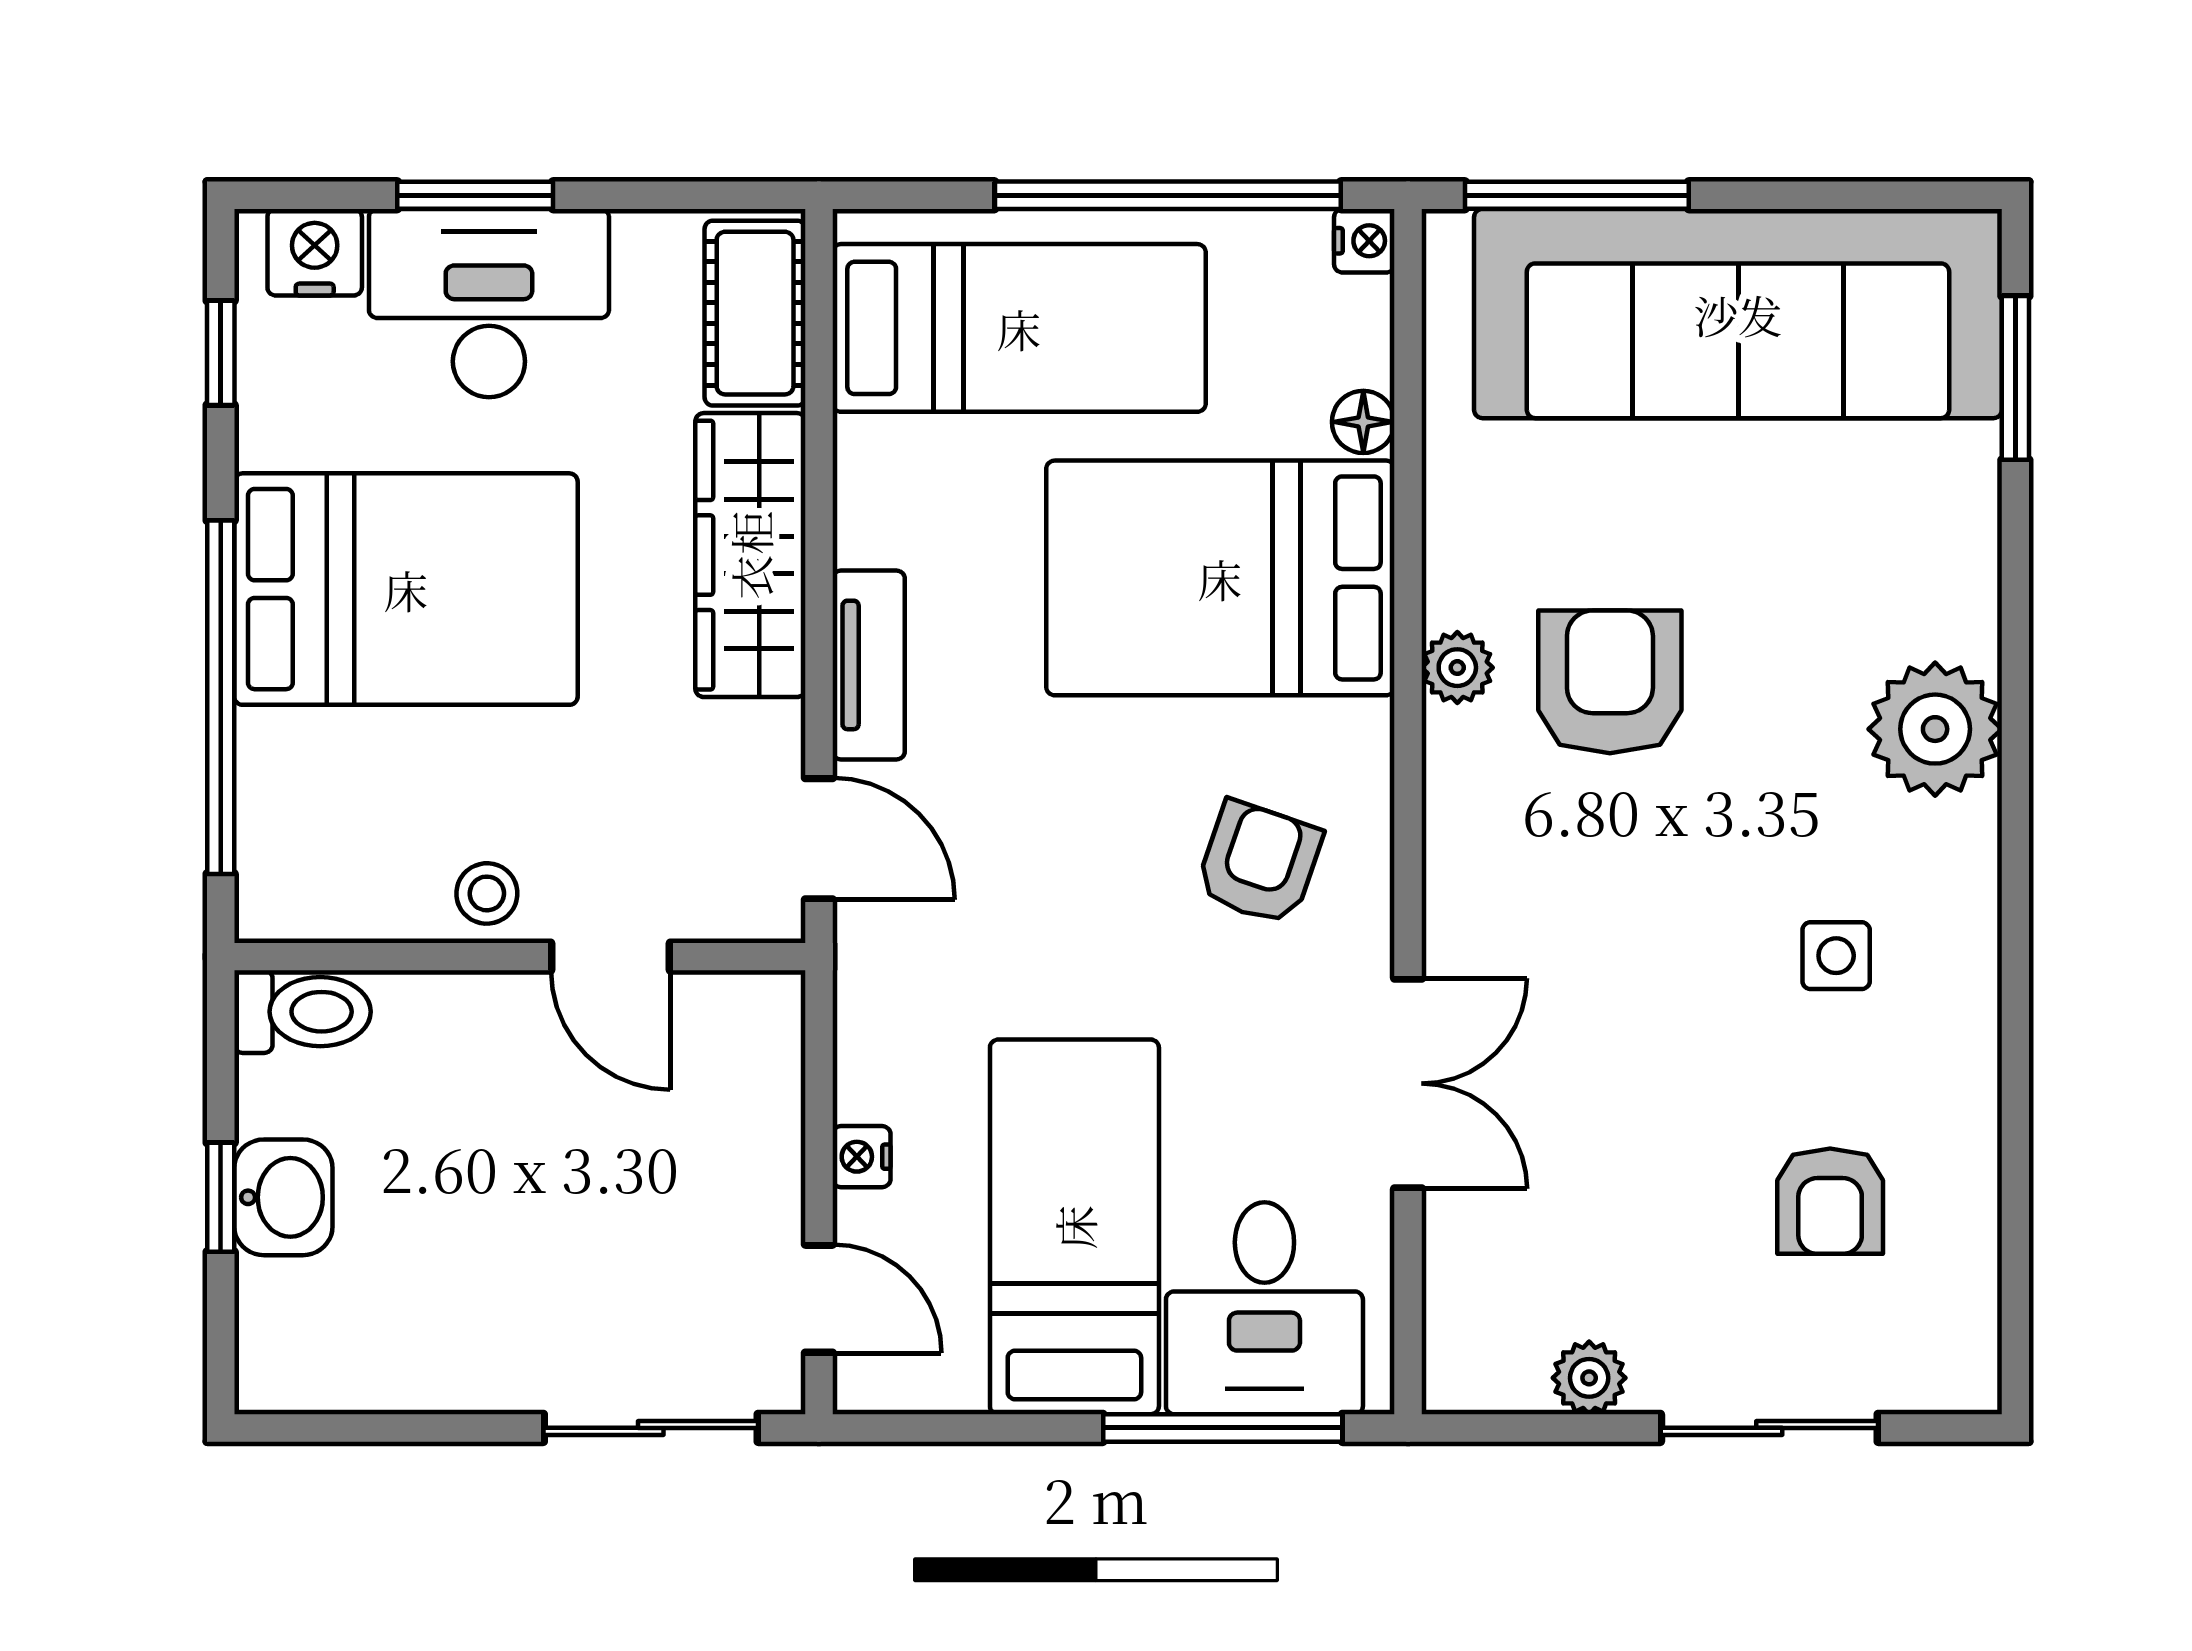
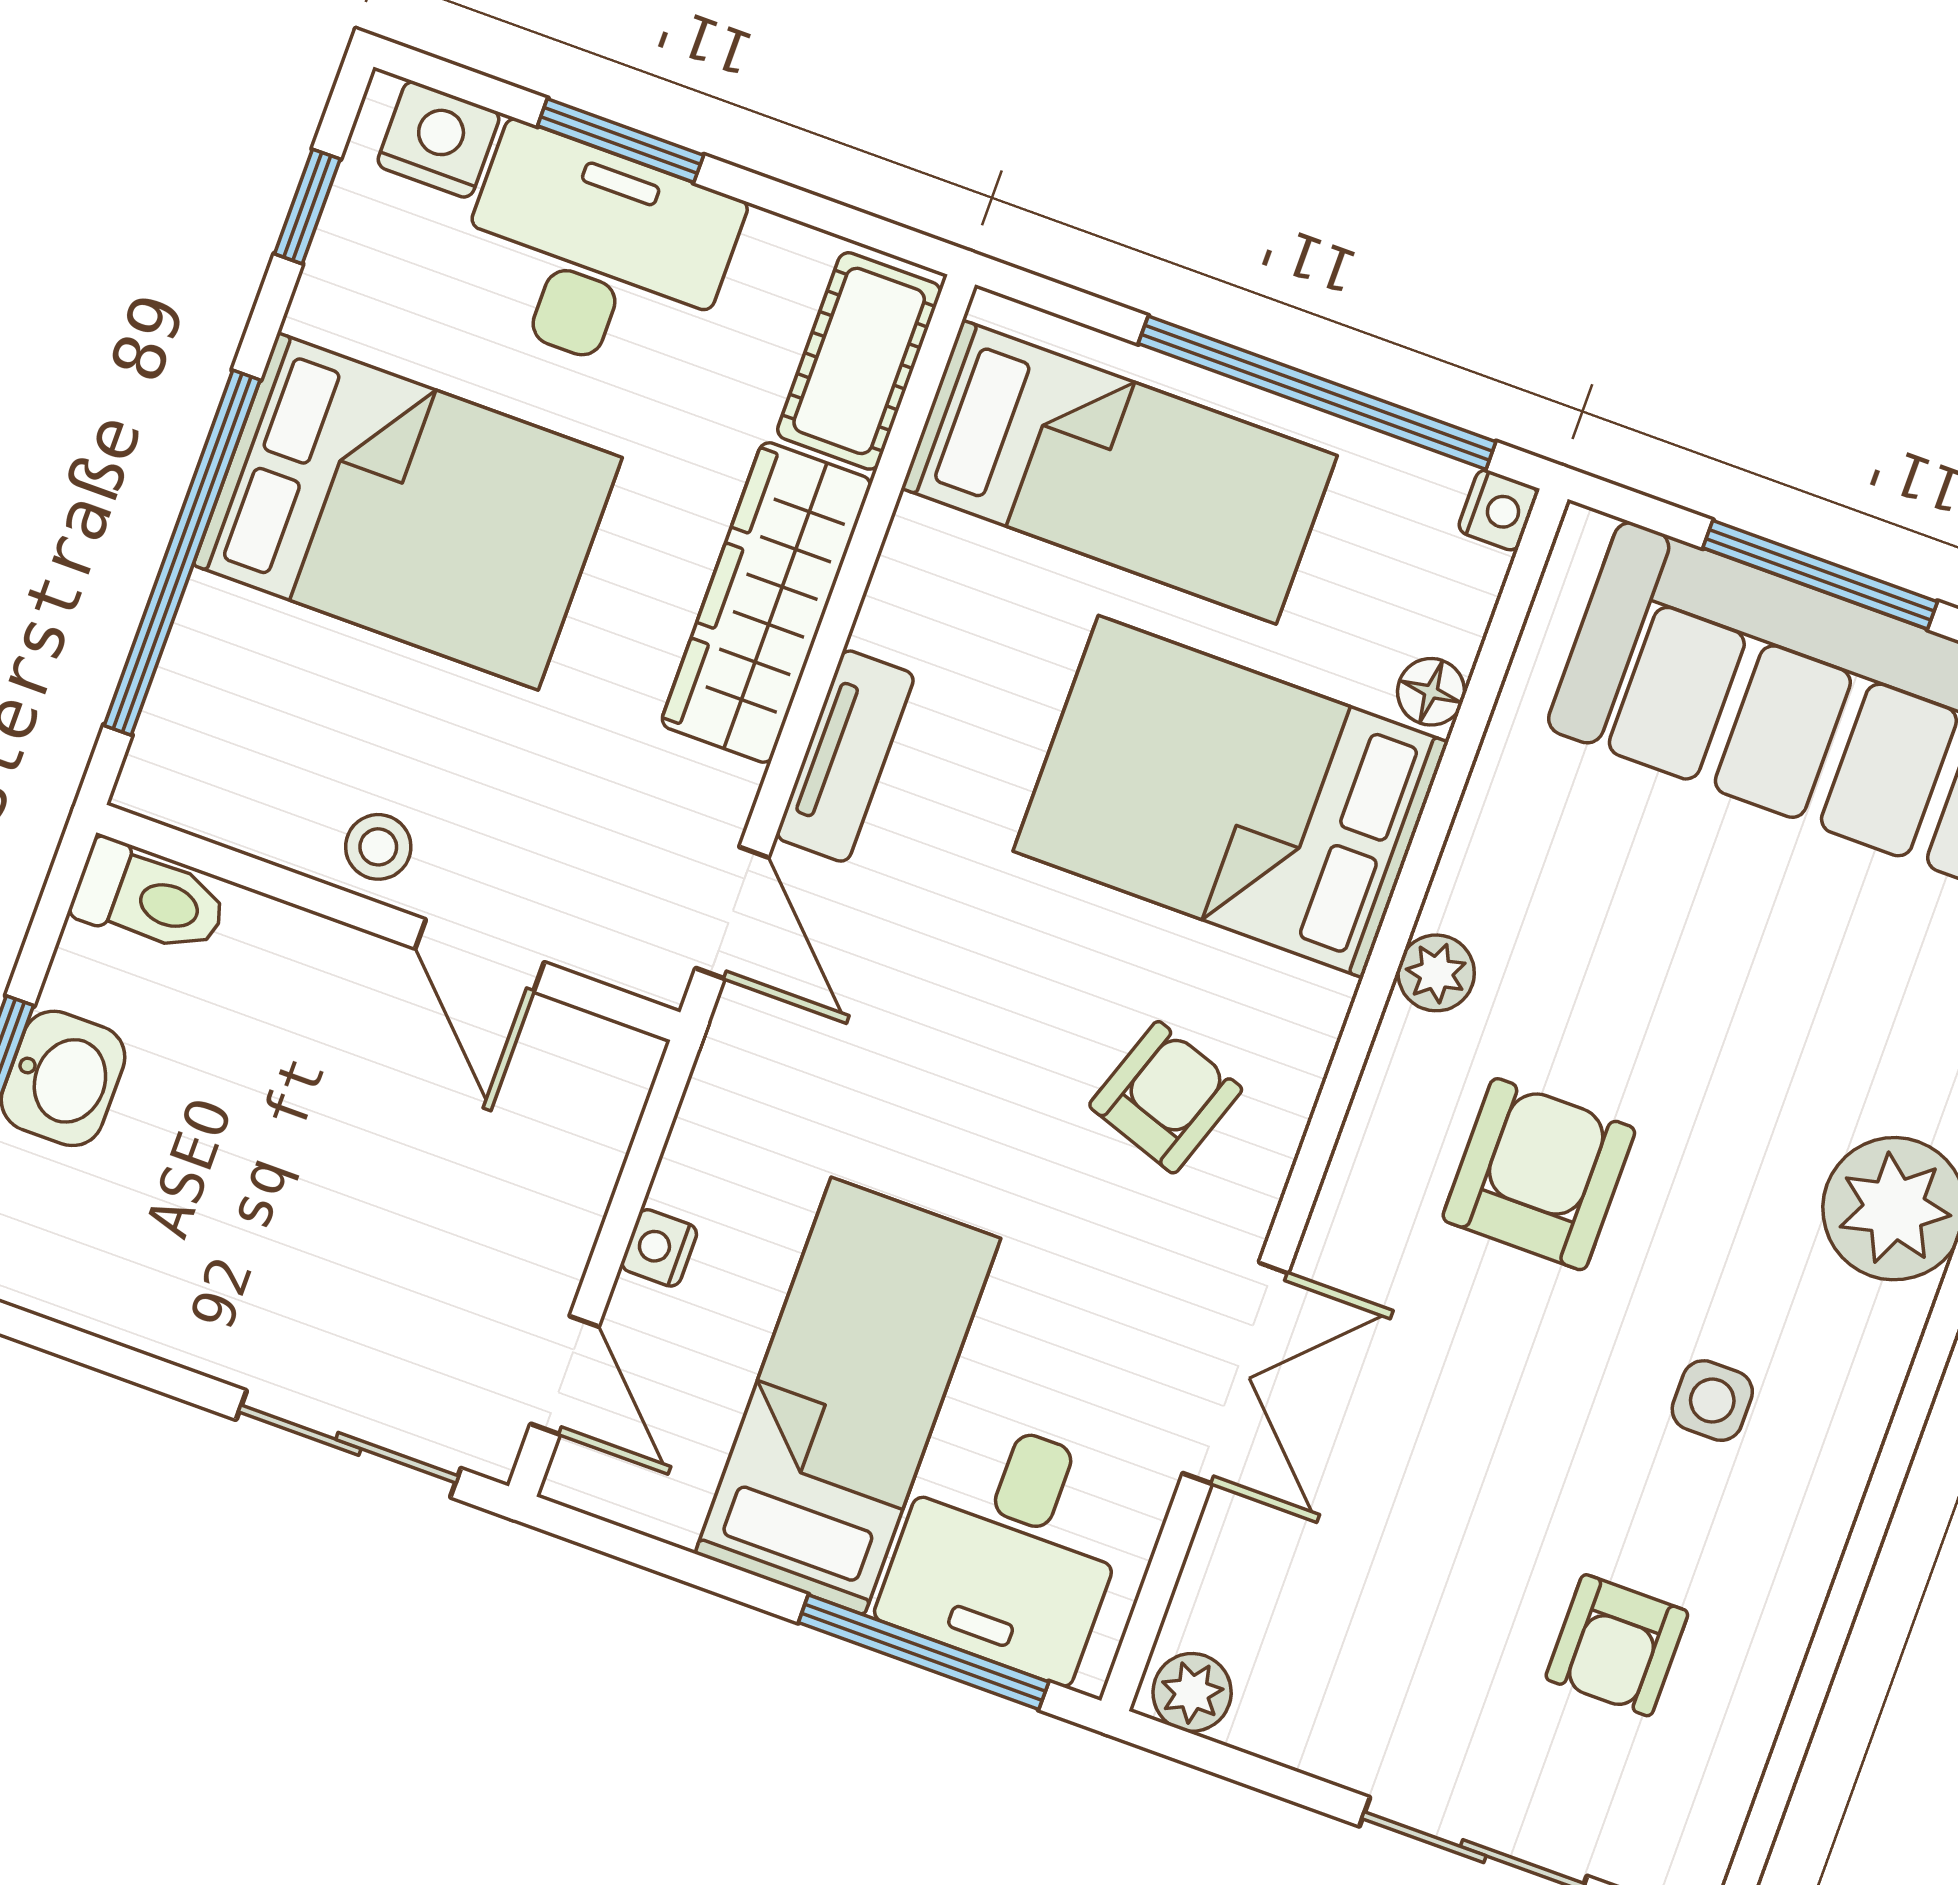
window: (1577, 195) -> (1820, 575), moved
armchair: (1610, 682) -> (1539, 1174), moved
plant: (1589, 1378) -> (1192, 1692), moved

